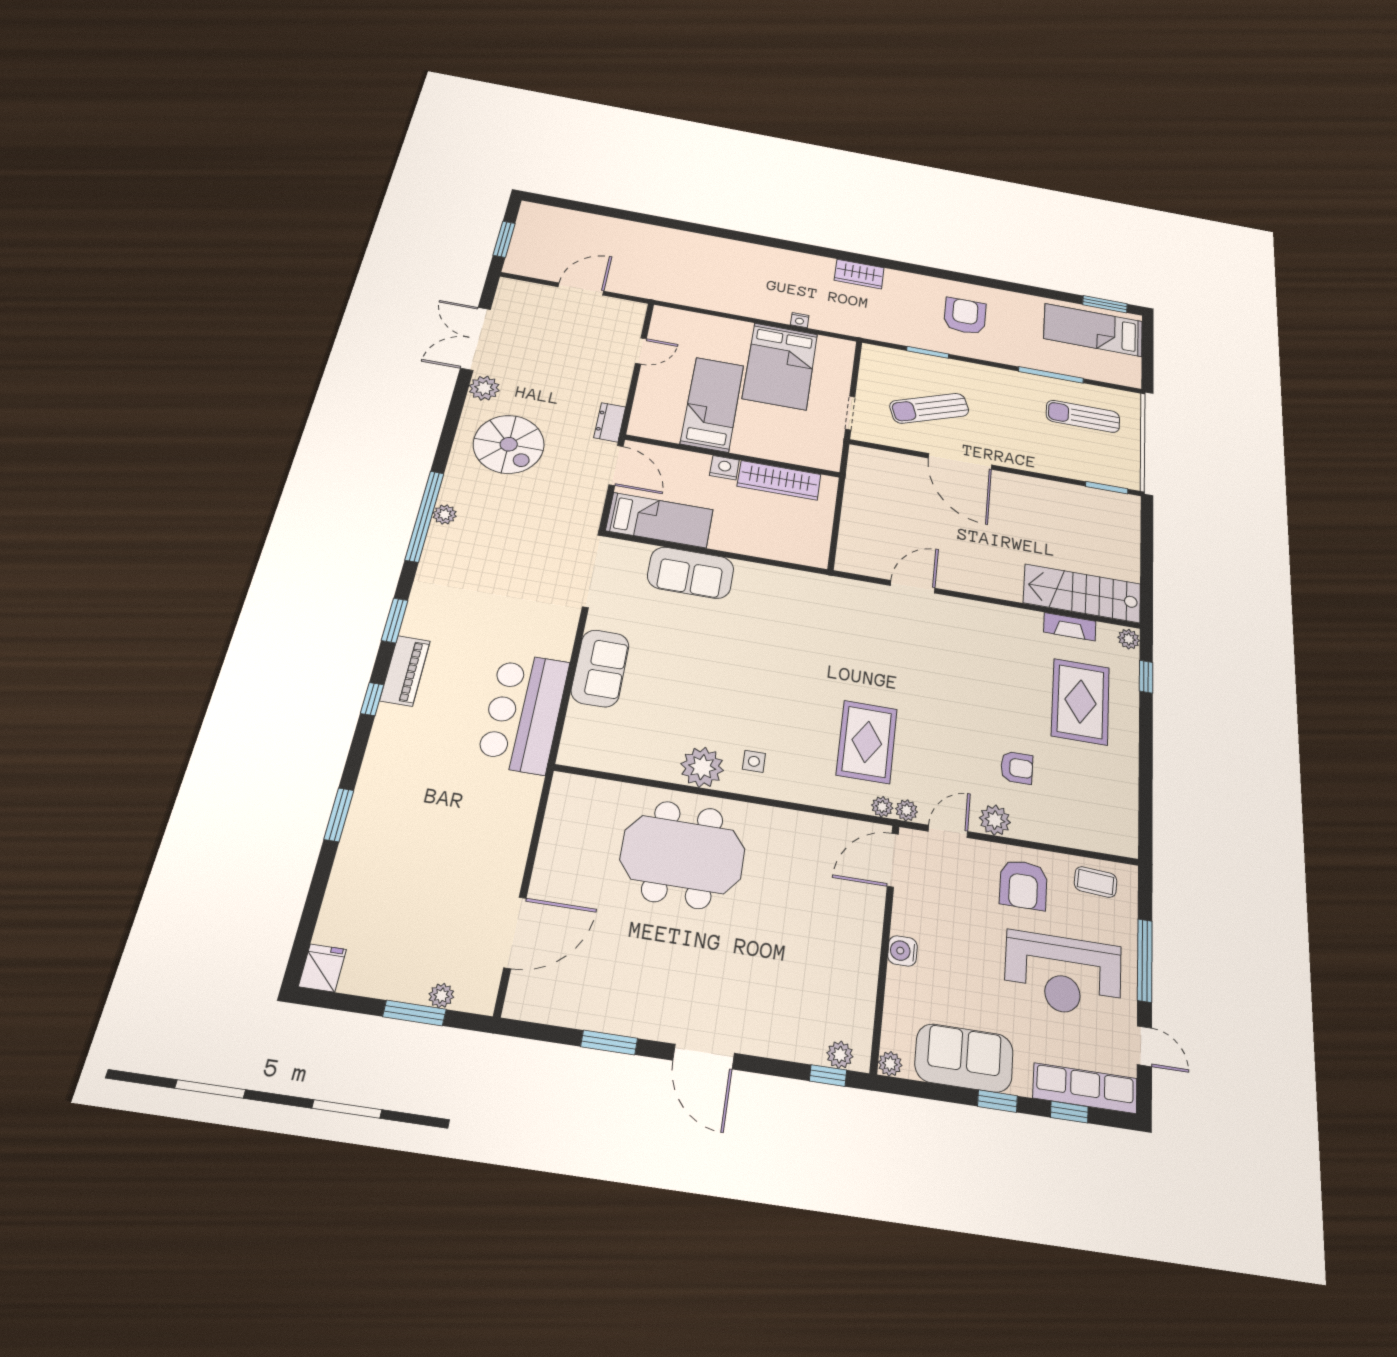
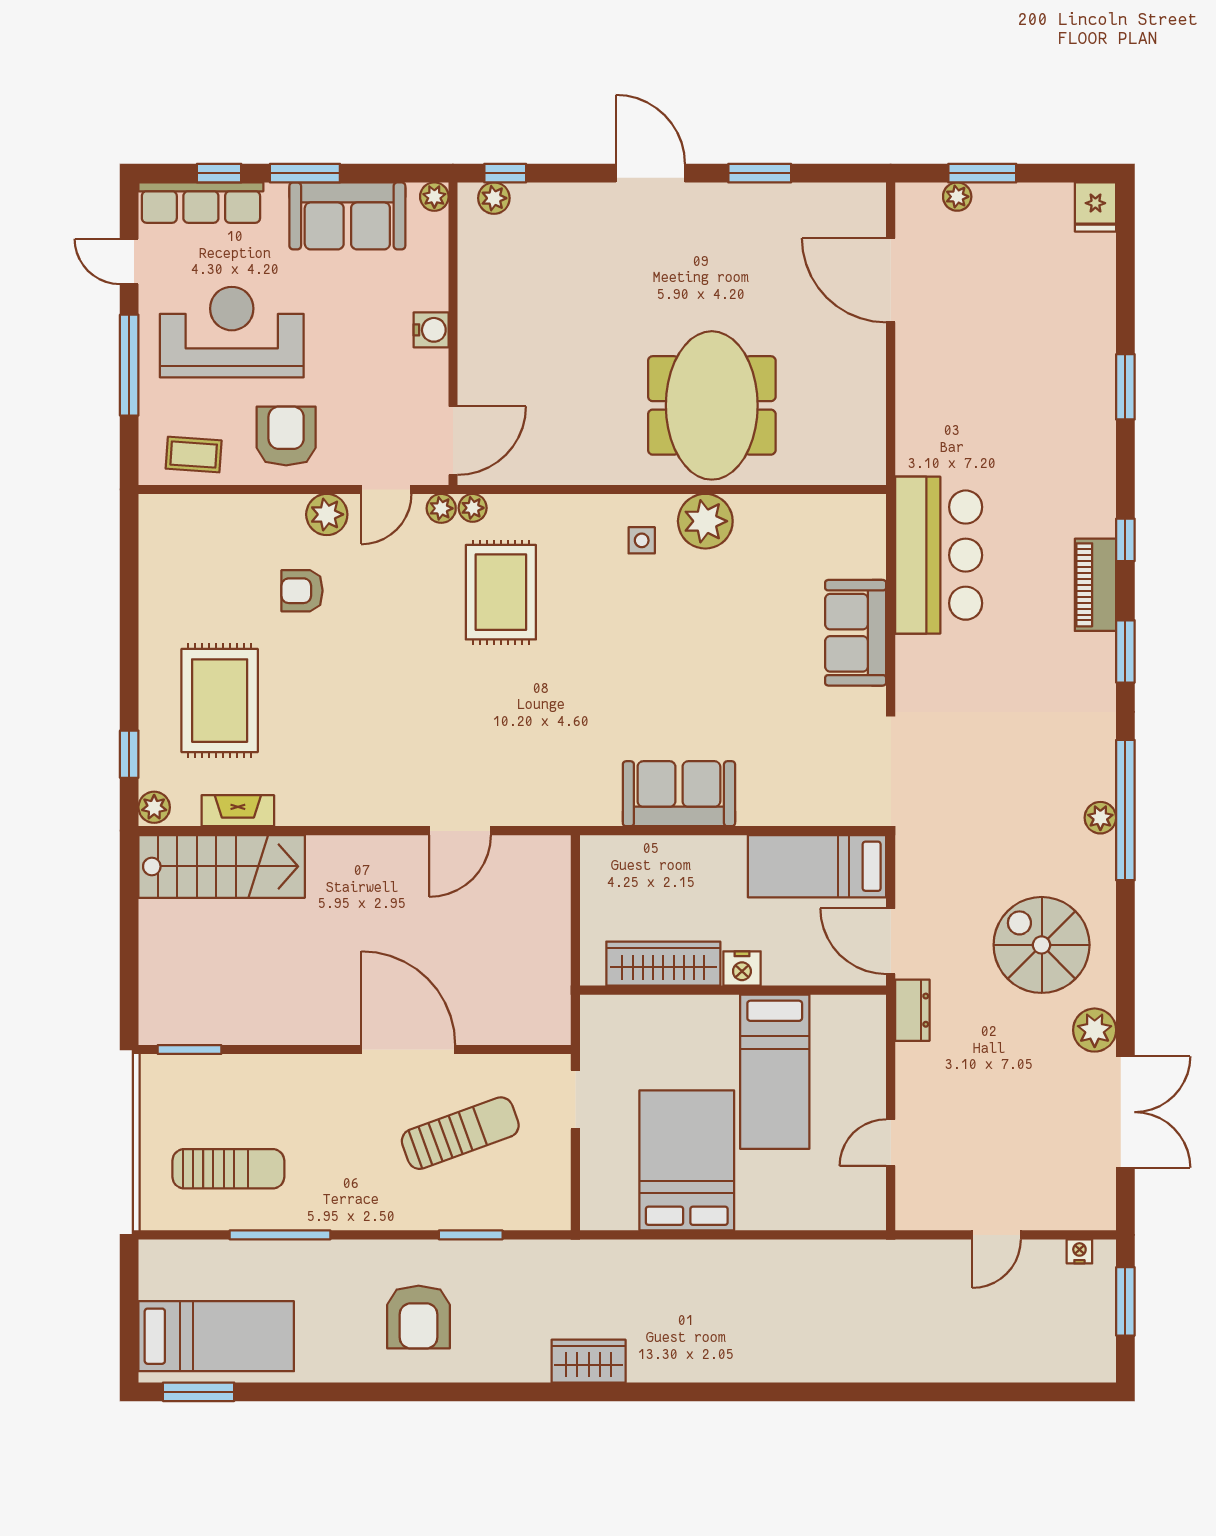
door: (581, 289) -> (997, 1235), width x0.73
nightstand: (800, 320) -> (1079, 1251), moved
sofa: (691, 573) -> (679, 794), moved
meeting table: (683, 854) -> (712, 405), turned 90
door: (515, 933) -> (891, 280), hinge flipped
window: (997, 1101) -> (305, 173), width x1.50

